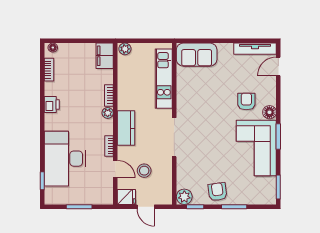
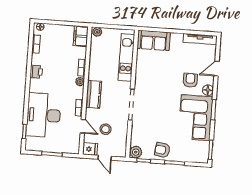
door: (278, 67) -> (216, 69), moved
armchair: (218, 192) -> (162, 150), turned -74

